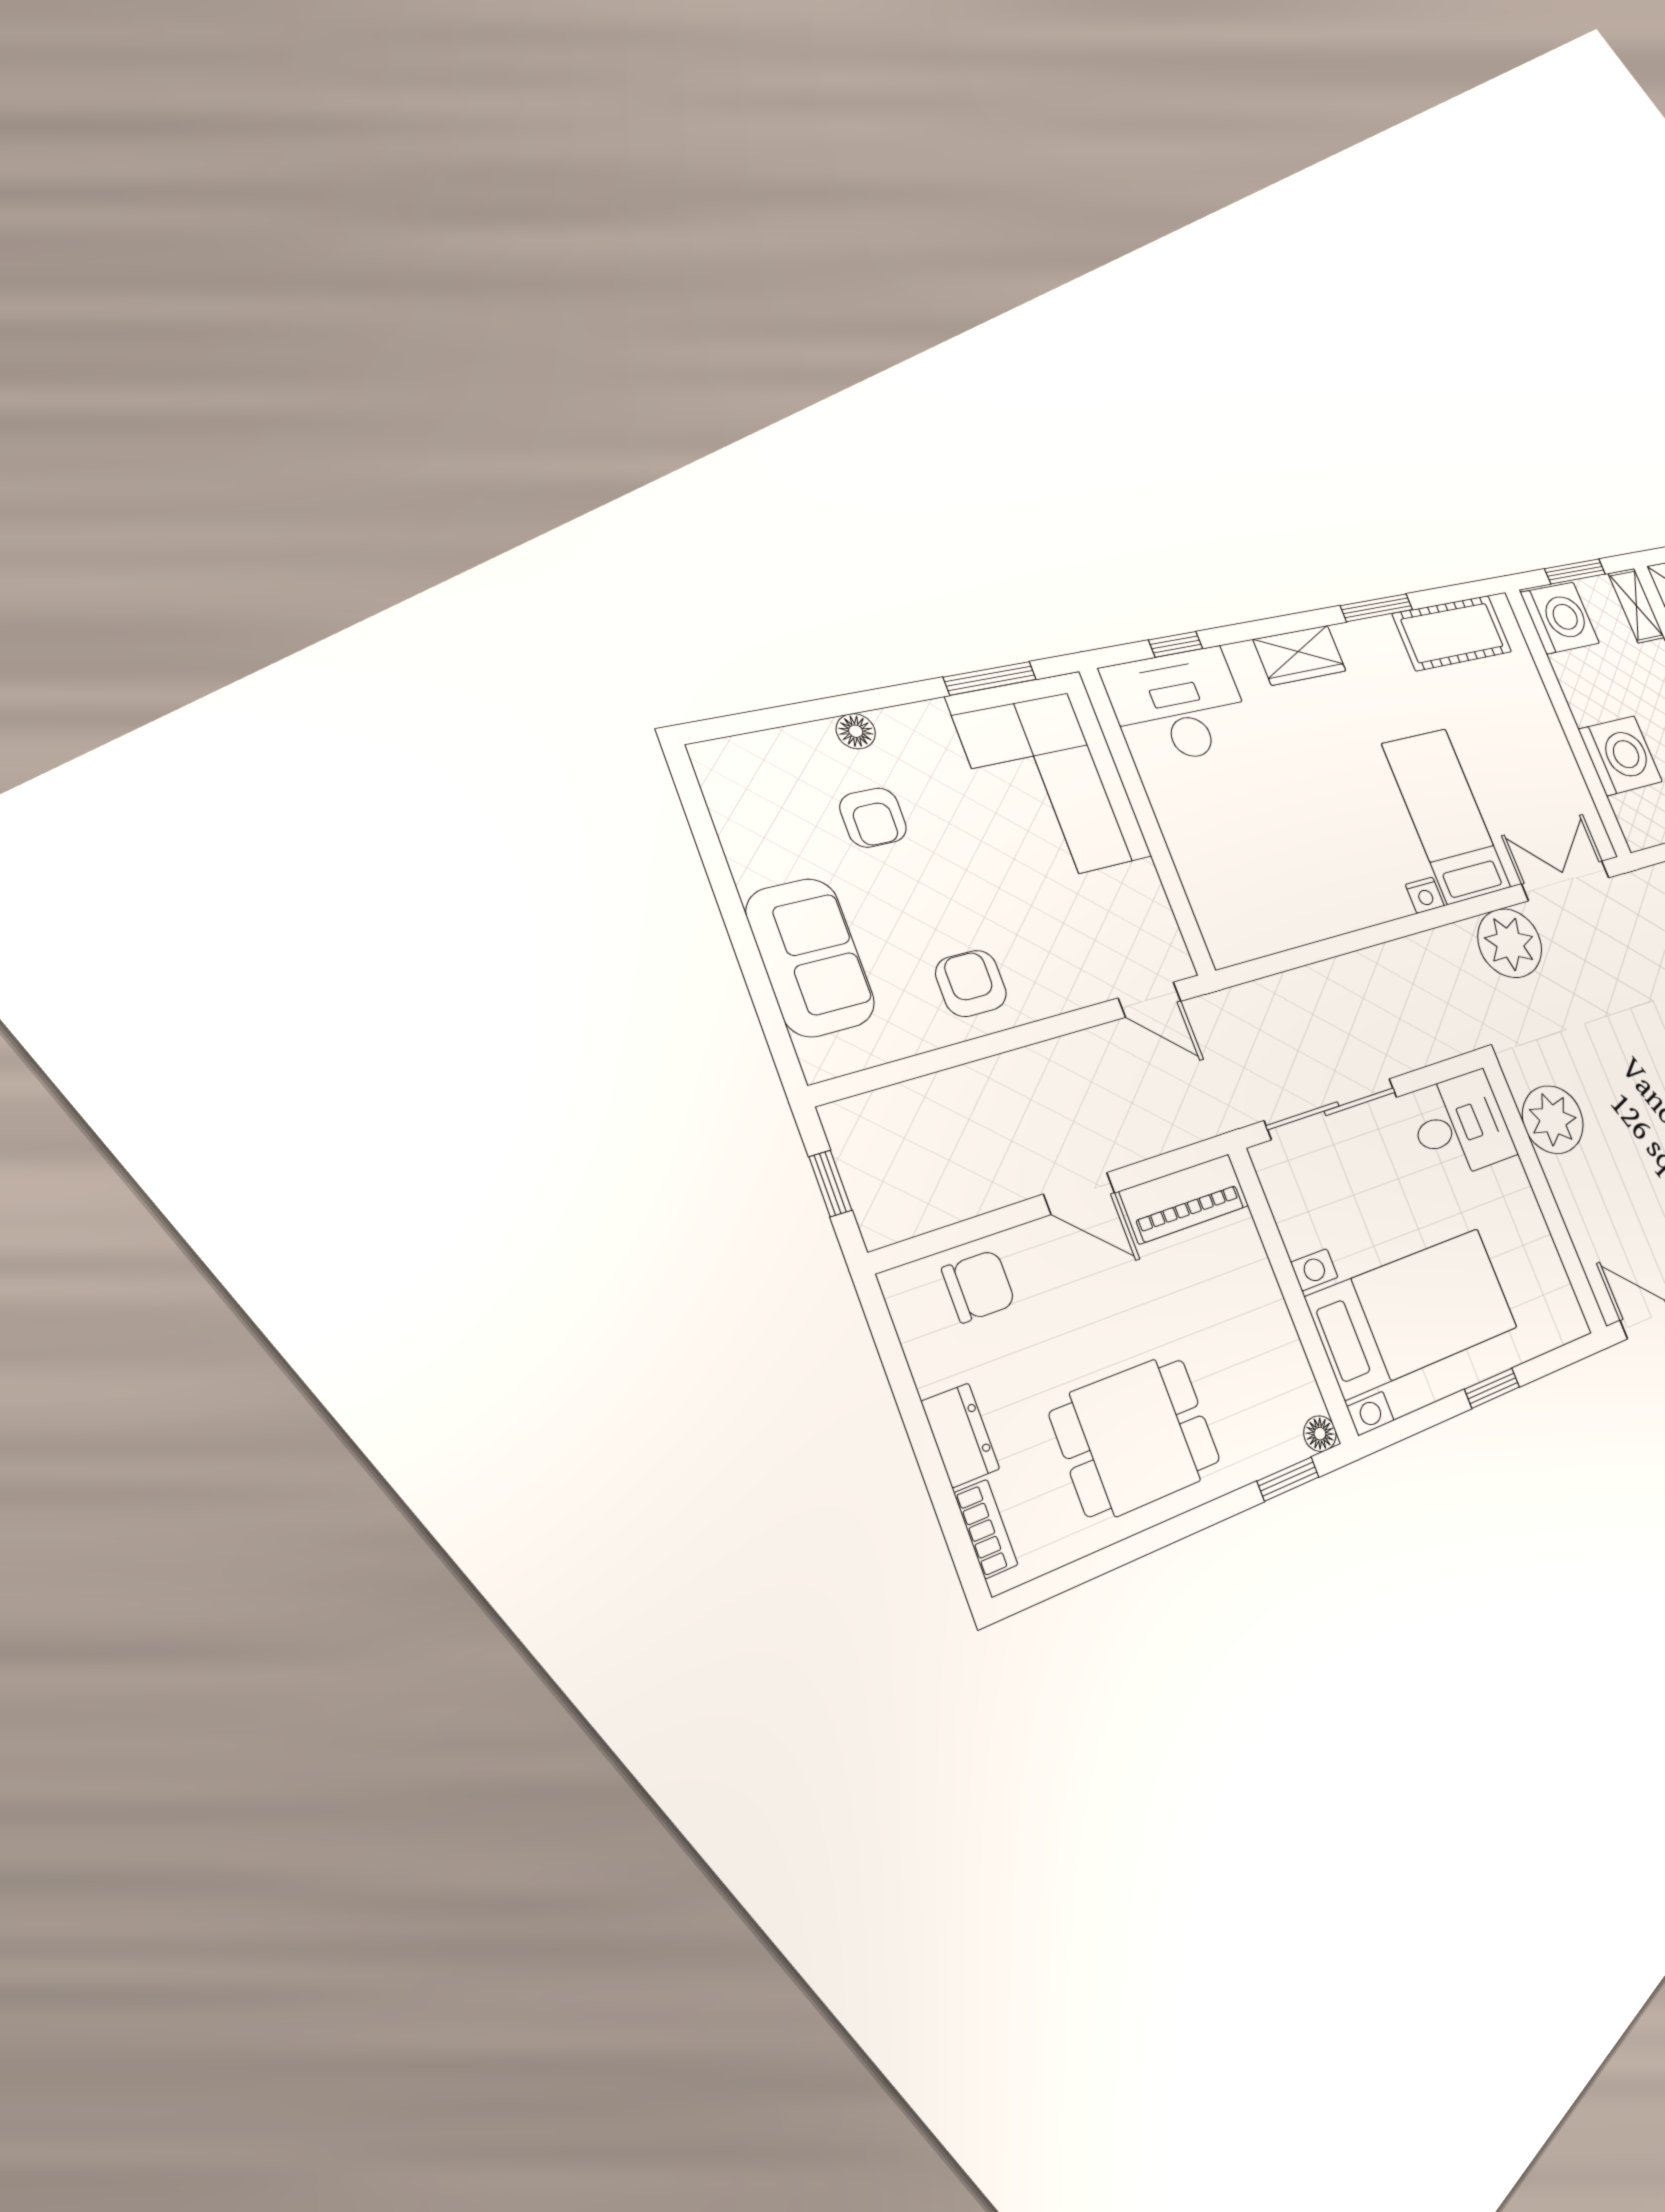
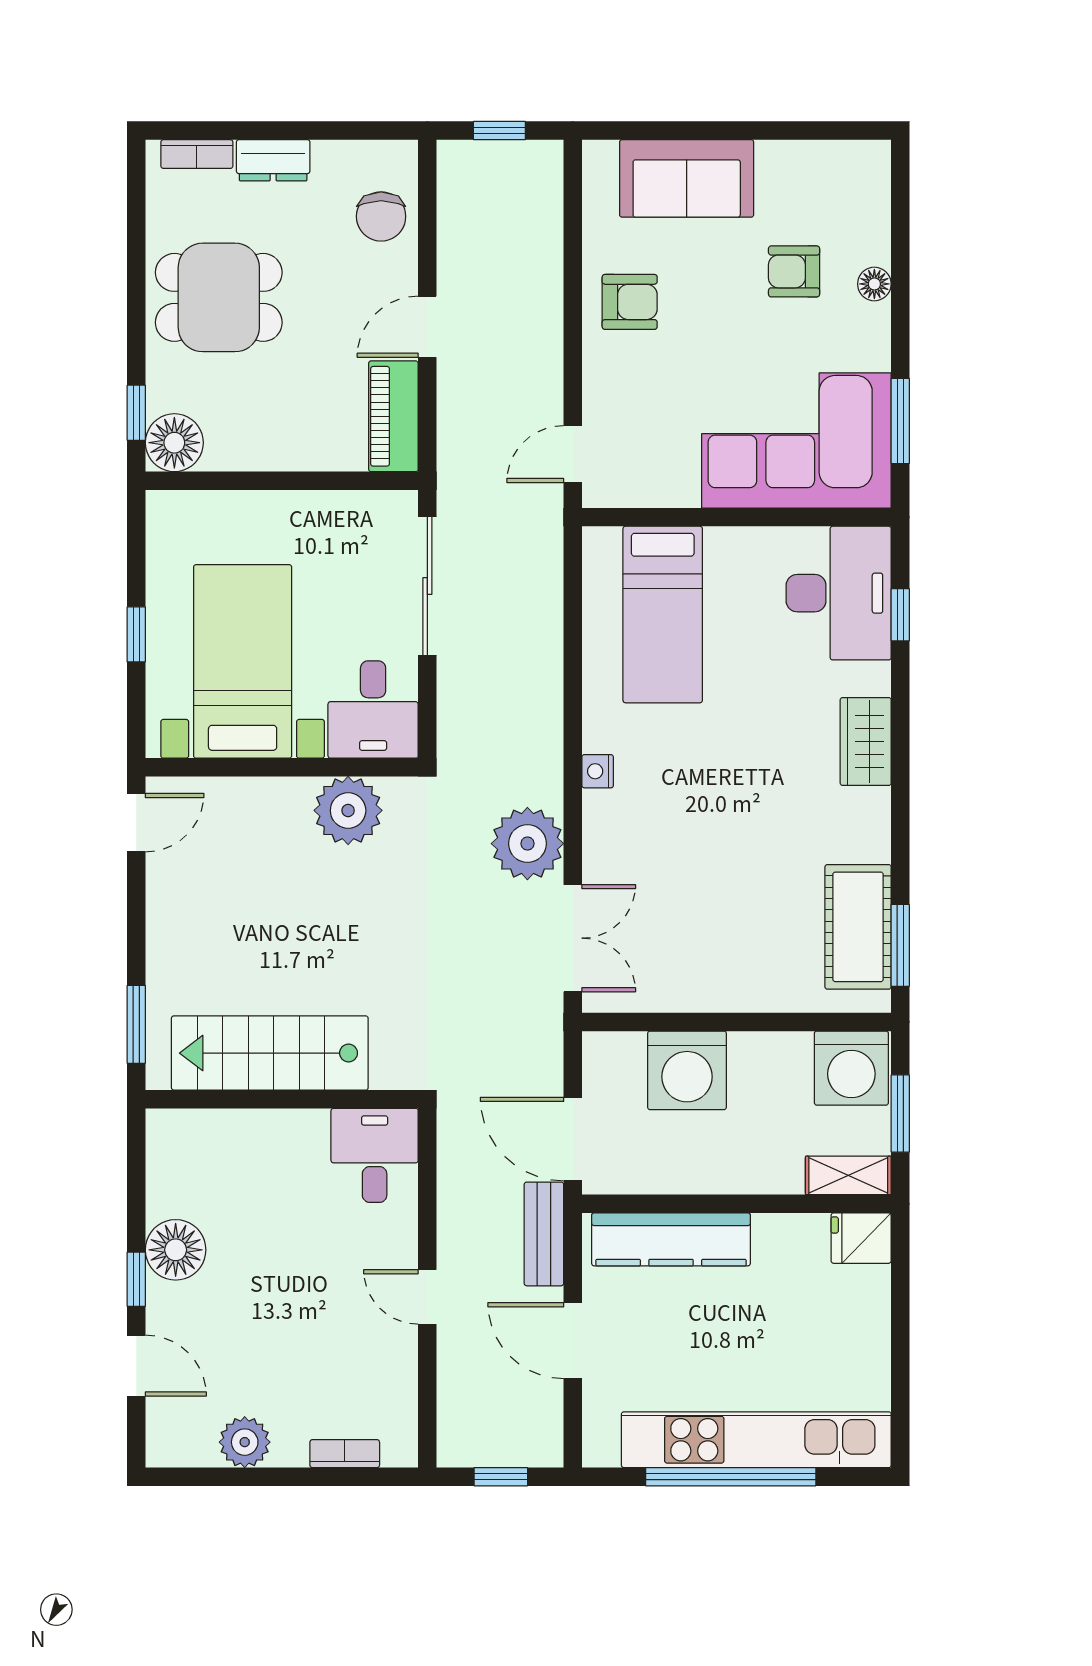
window: (1377, 608) -> (900, 945), moved
bed: (1446, 816) -> (663, 614), moved, turned 90
bed with nightstands: (1413, 1312) -> (243, 661), moved, turned 180
floor lamp: (1320, 1434) -> (174, 443), width x1.89, depth x1.89
dining table: (1135, 1437) -> (219, 297), turned 90

